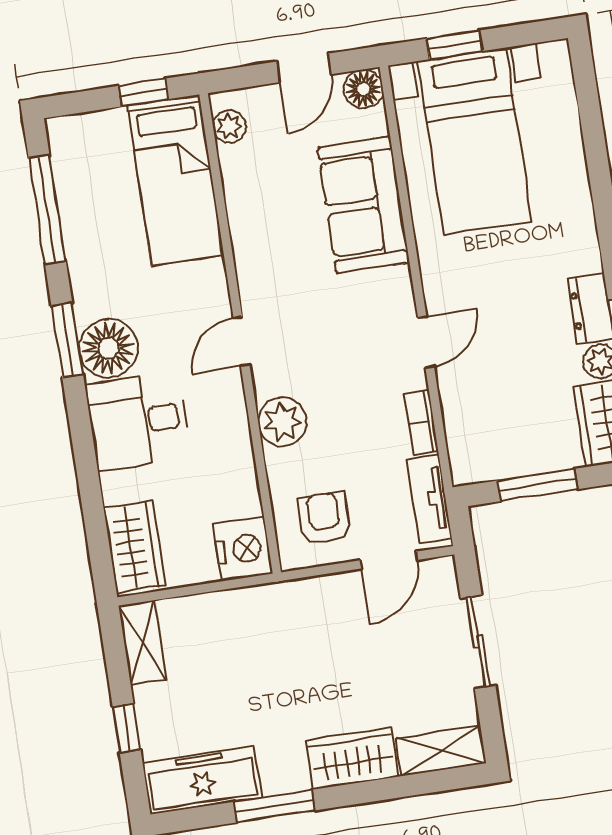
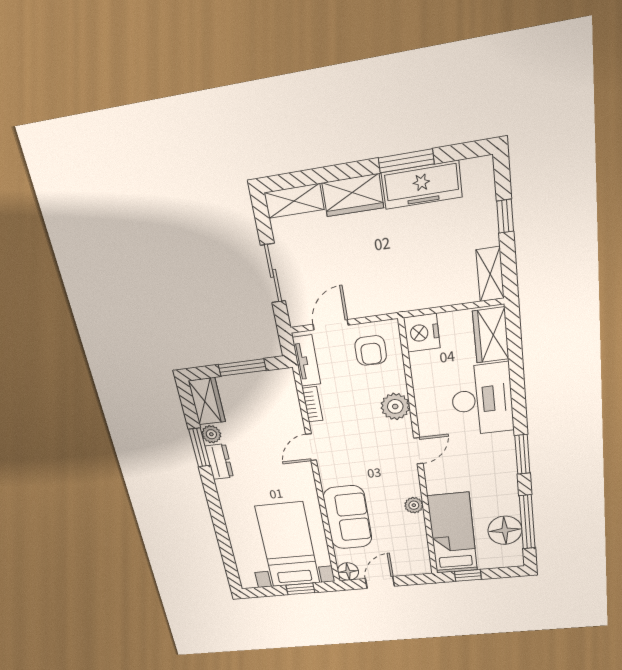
plant: (229, 126) -> (414, 505), moved
floor lamp: (108, 348) -> (505, 530), moved
desk: (138, 421) -> (482, 400), width x1.37
freezer: (202, 780) -> (422, 185), moved

